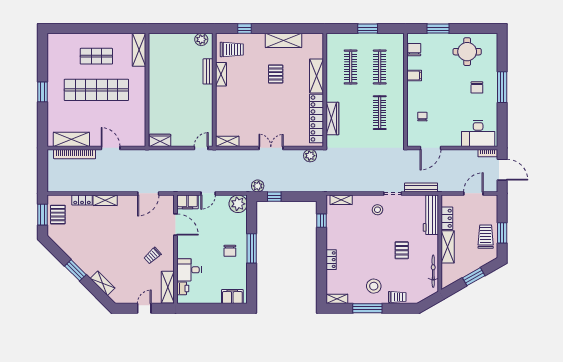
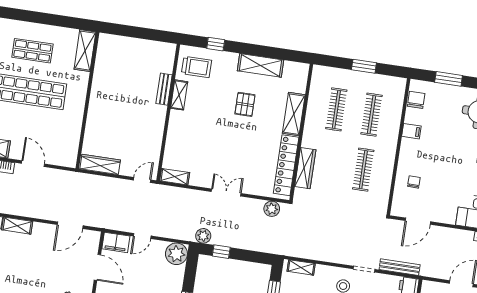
plant: (201, 39) -> (162, 49), removed
wardrobe: (160, 140) -> (100, 164), width x1.50

